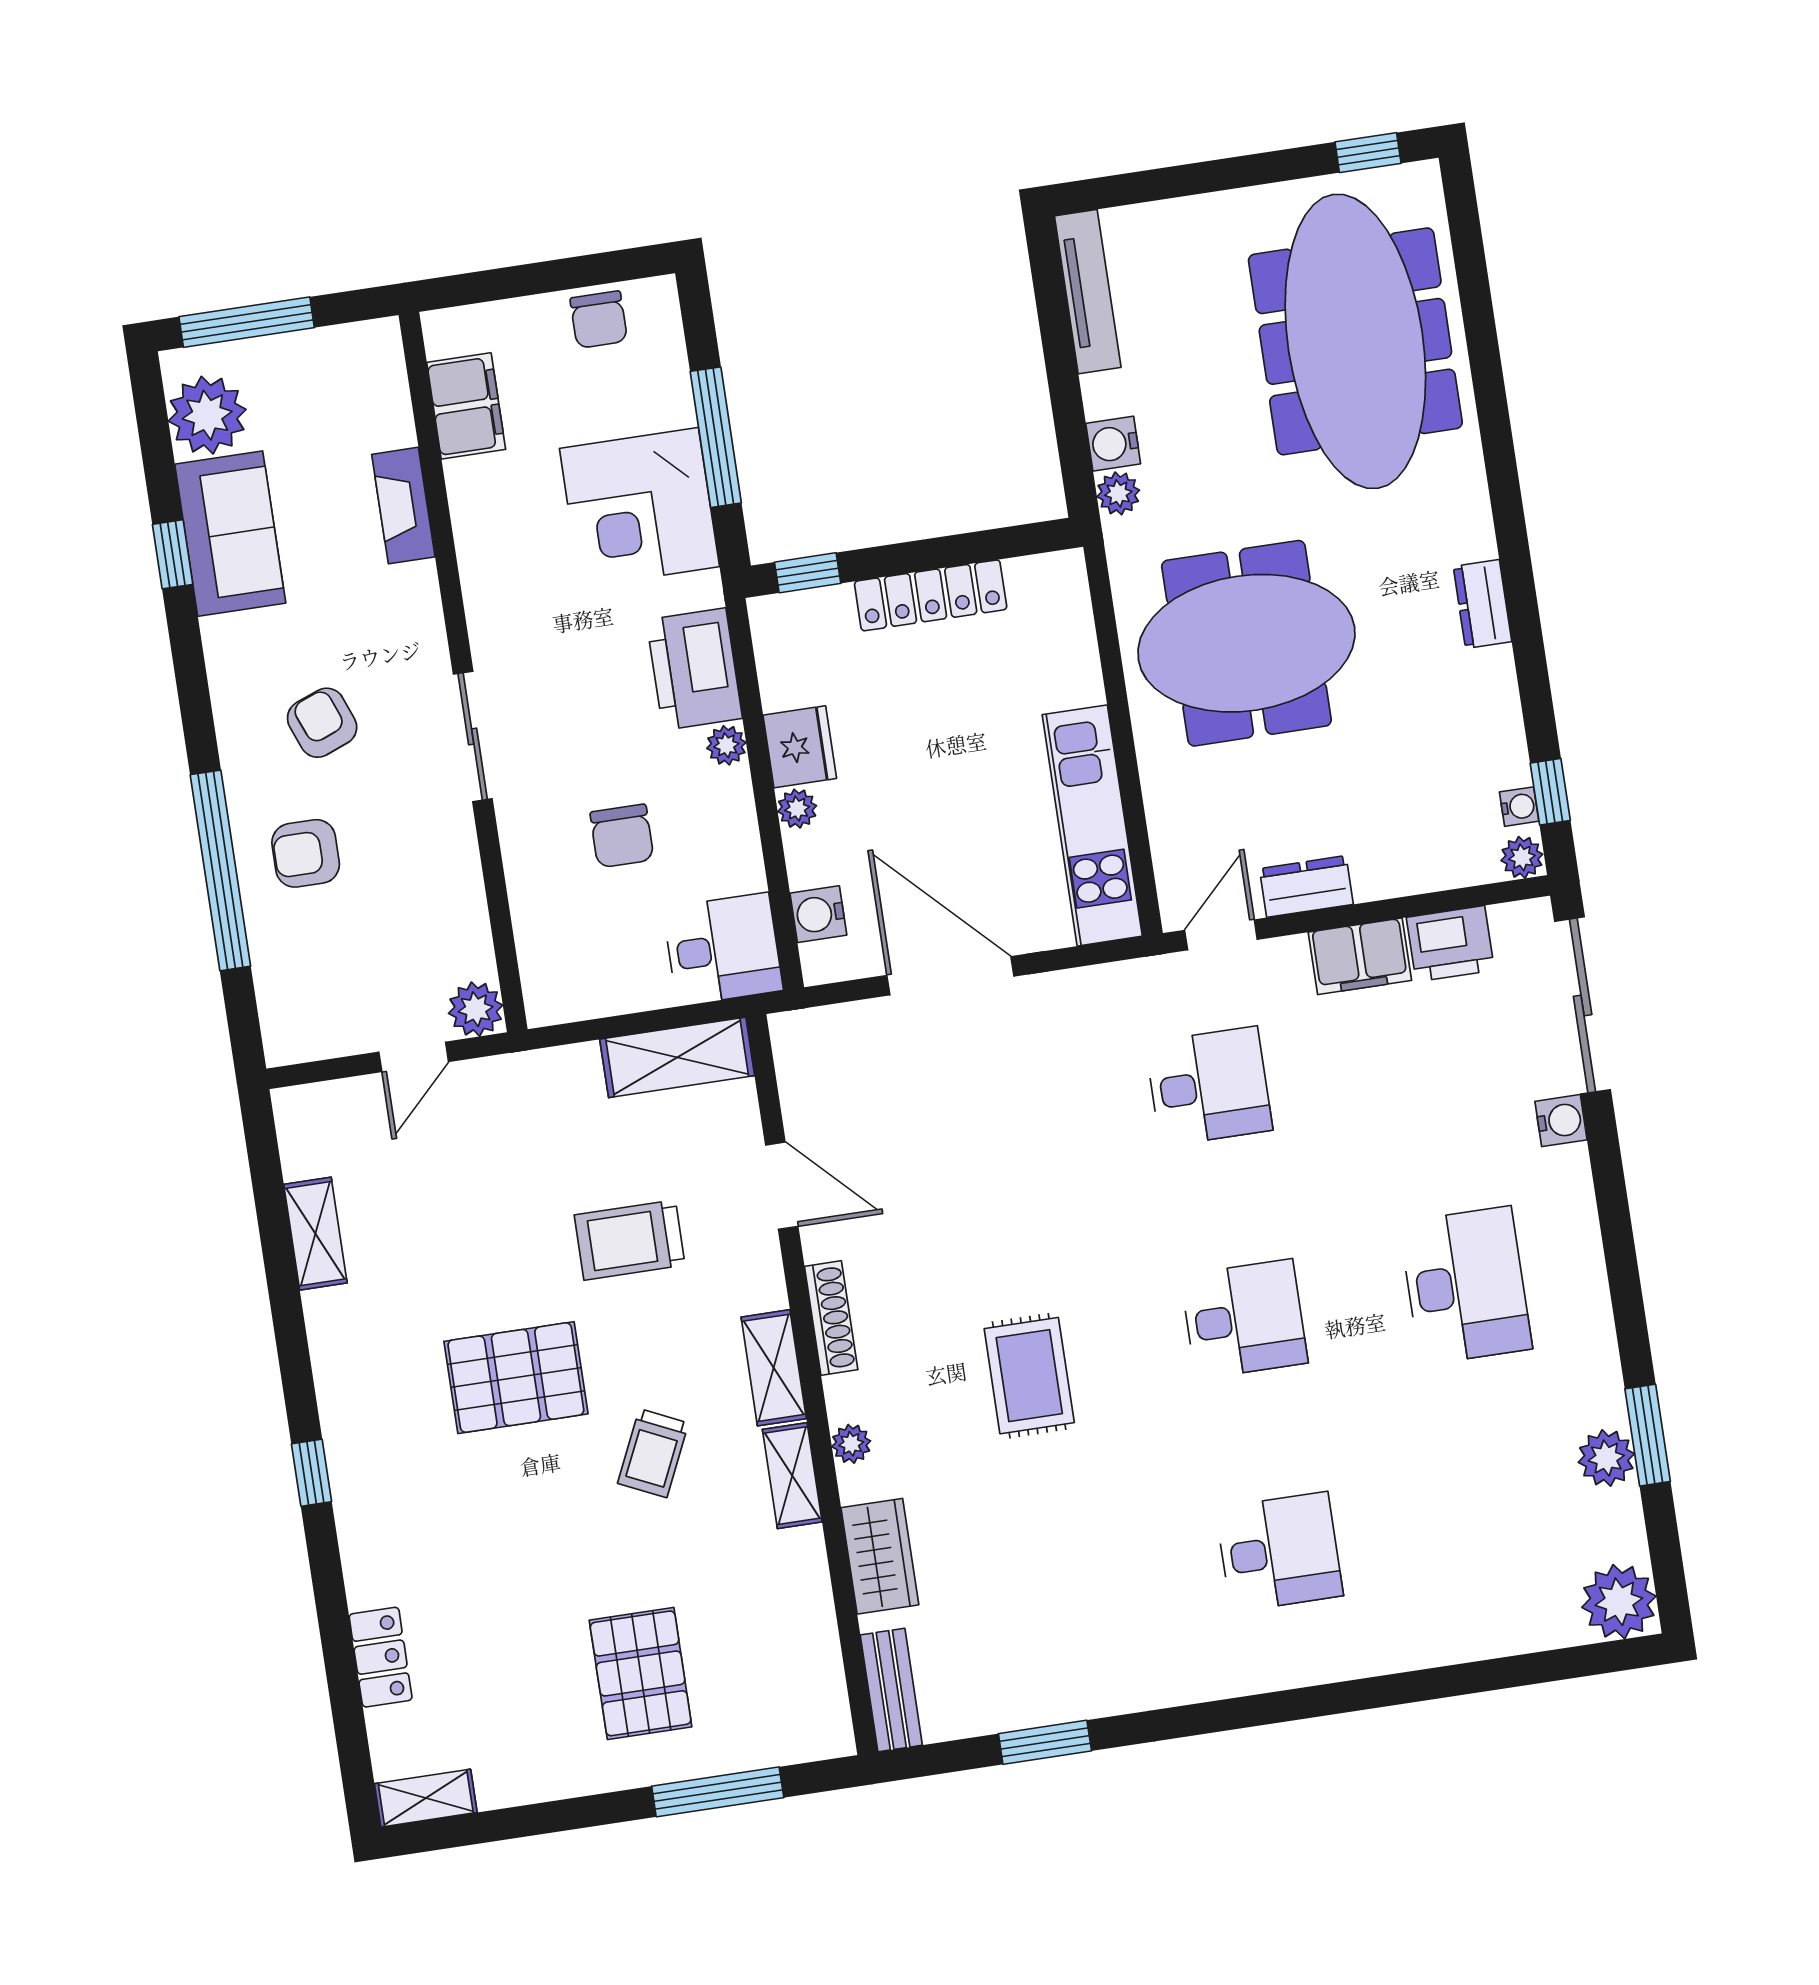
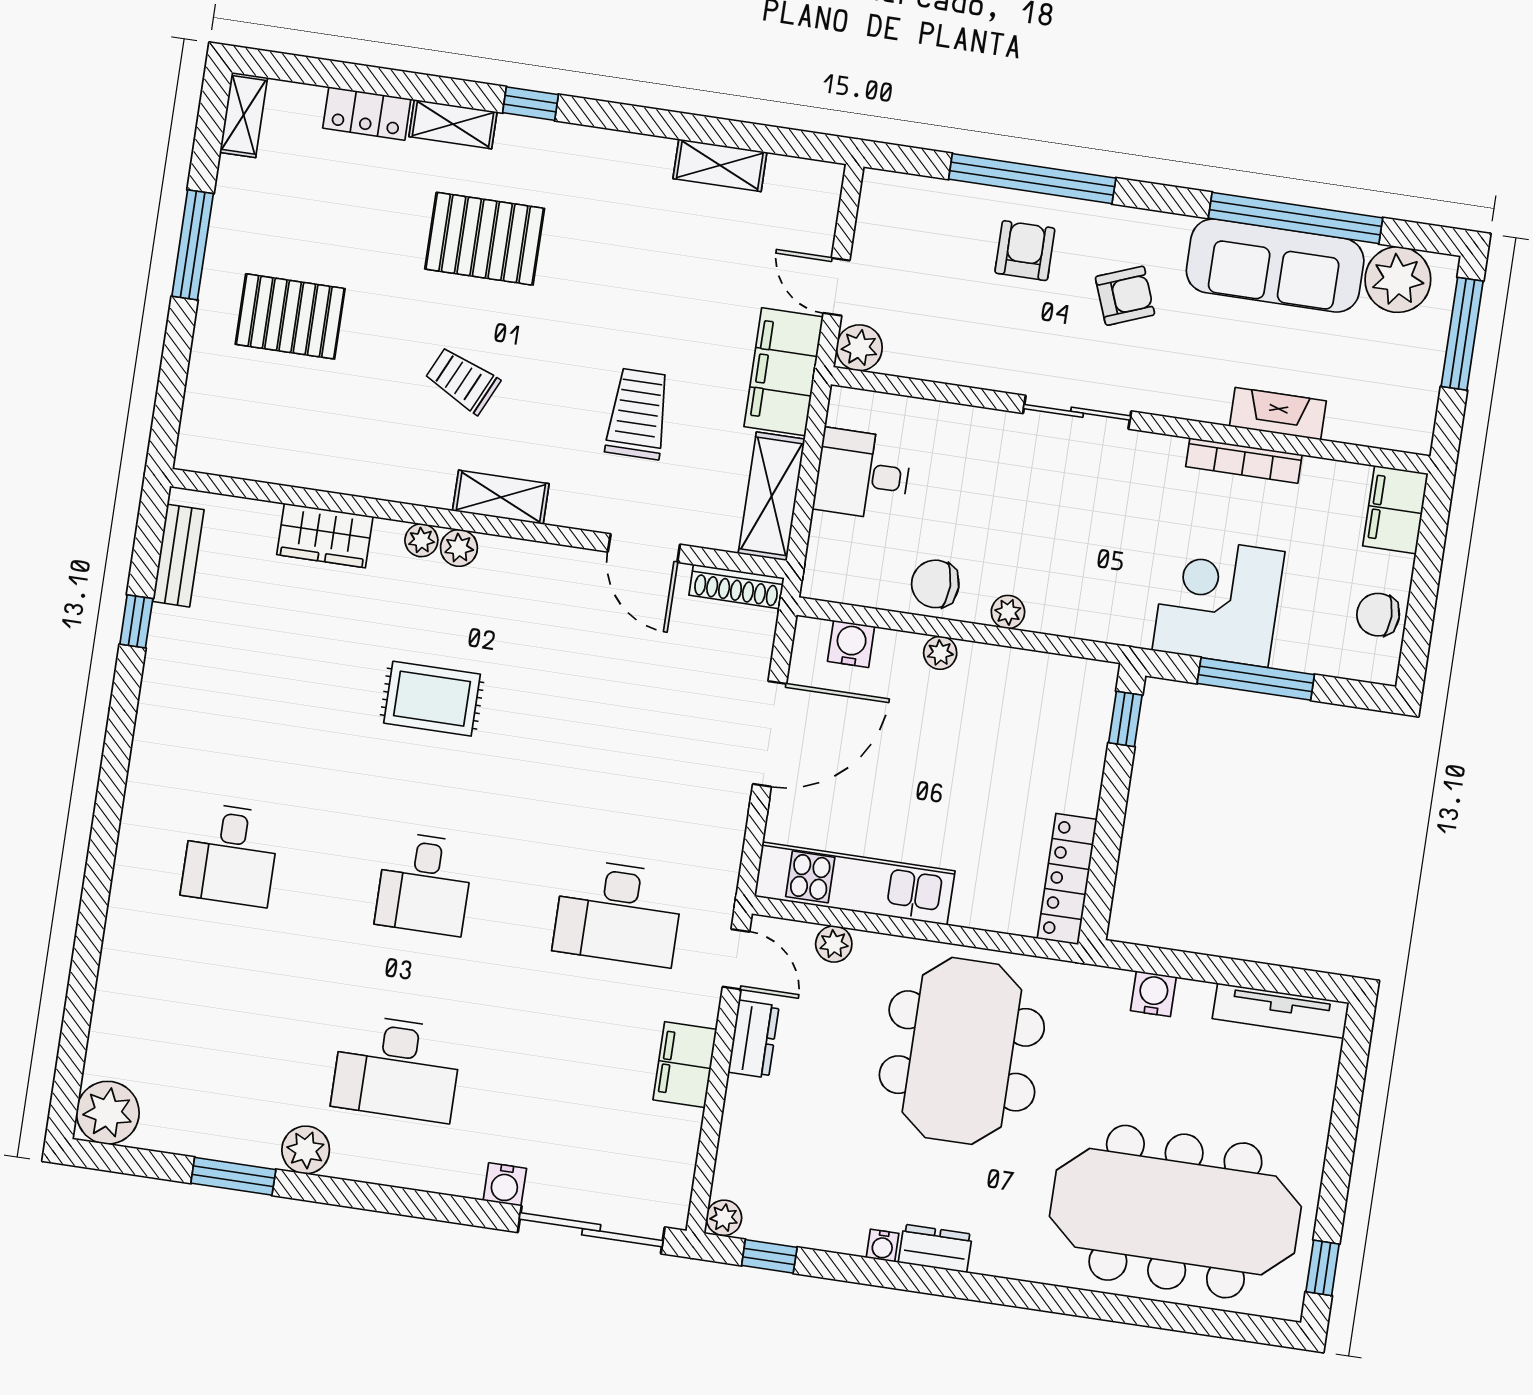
filing cabinet: (466, 406) -> (1395, 510), moved, turned 90
plant: (1118, 493) -> (834, 944), moved
bookcase: (469, 528) -> (1244, 461), added
sofa: (230, 534) -> (1275, 265), width x1.36
window: (173, 554) -> (1296, 218), width x3.17
locker: (931, 595) -> (1067, 879), moved
printer: (694, 669) -> (1076, 605), removed
fridge: (800, 747) -> (989, 670), removed
water cooler: (1519, 807) -> (883, 1246), moved
chair: (622, 836) -> (935, 584), moved
printer: (1450, 944) -> (673, 1140), removed
desk: (723, 949) -> (863, 474), moved, turned 90
desk: (1209, 1086) -> (618, 913), width x1.37
filing cabinet: (530, 1088) -> (784, 372), added
door: (782, 1186) -> (644, 548), hinge flipped
shoe rack: (831, 1318) -> (737, 587), moved
pallet: (516, 1378) -> (485, 239), moved, turned 90
plant: (847, 1398) -> (459, 548), added
plant: (1606, 1458) -> (306, 1150), moved
shelving: (792, 1476) -> (453, 124), moved
bench: (891, 1690) -> (178, 556), moved, turned 90
window: (1045, 1742) -> (136, 621), width x0.67
window: (718, 1792) -> (193, 245), moved

